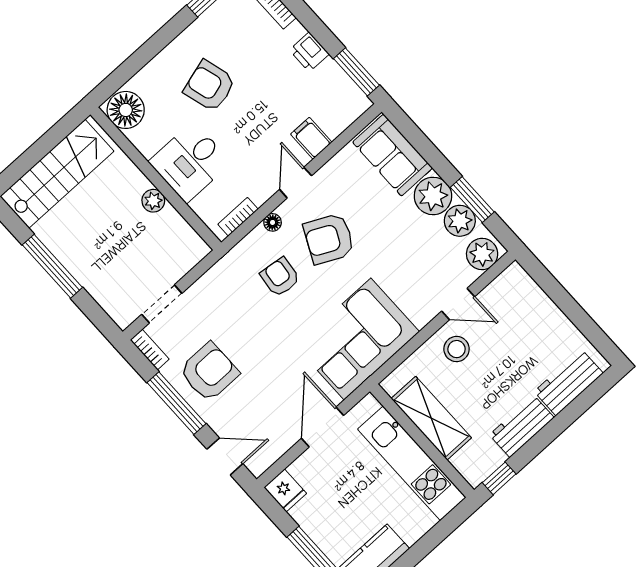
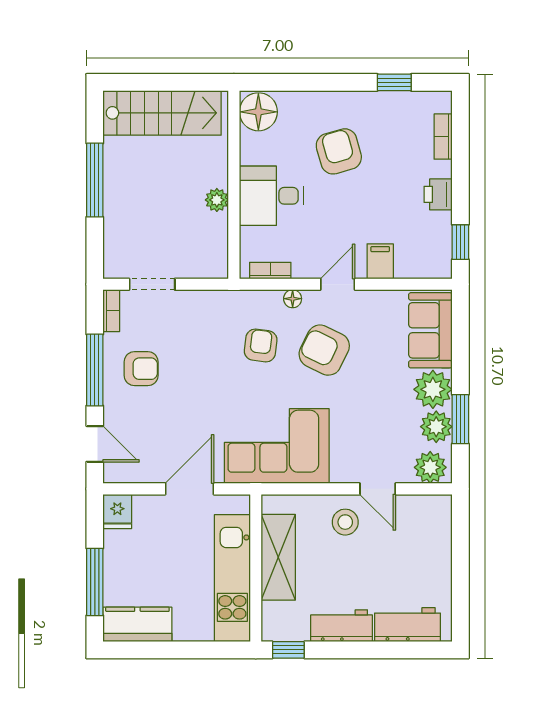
window: (356, 72) -> (460, 242), width x0.67
armchair: (209, 372) -> (141, 369), width x0.72, depth x0.72

